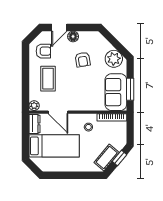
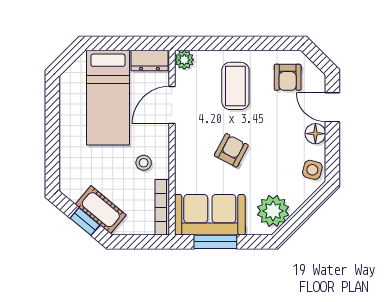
side table: (92, 38) -> (312, 170), added
armchair: (83, 59) -> (231, 150), moved, turned 127
coffee table: (48, 79) -> (235, 86), turned 90
cot: (107, 157) -> (101, 210), moved

